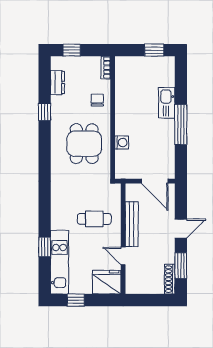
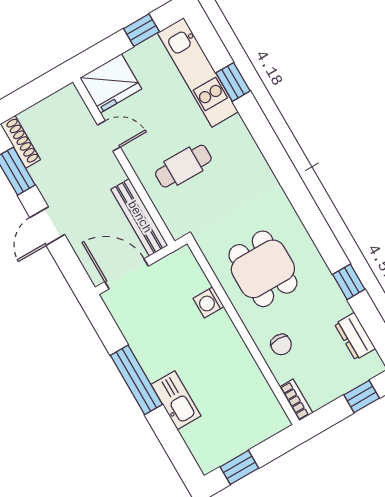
bench: (132, 224) -> (139, 217), moved

